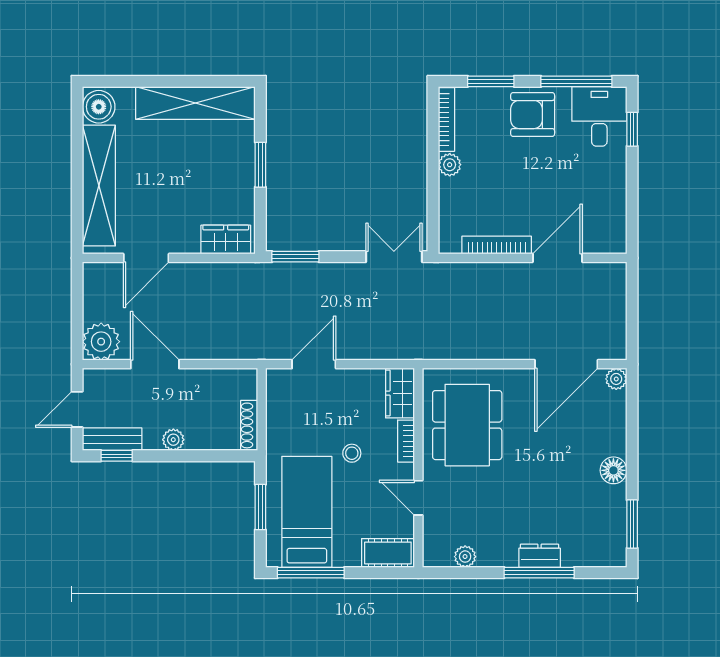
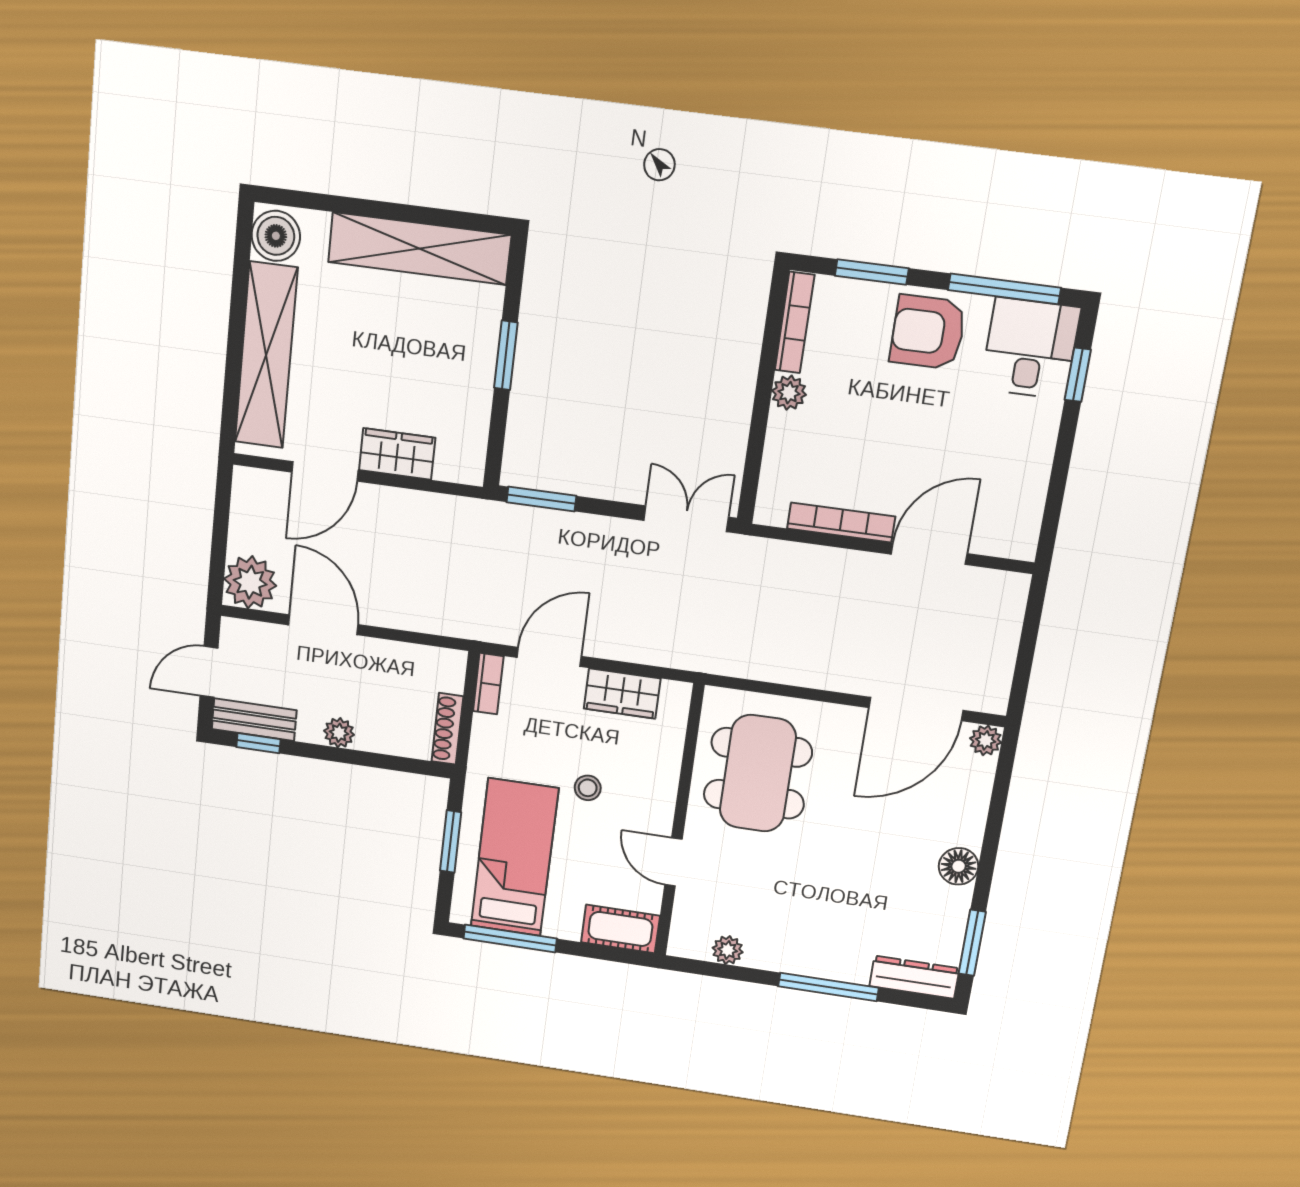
wardrobe: (226, 240) -> (397, 454), moved
wardrobe: (400, 393) -> (622, 694), moved, turned -90
bookcase: (406, 441) -> (488, 684), moved, turned 180
dresser: (540, 556) -> (914, 977), moved, width x1.44

